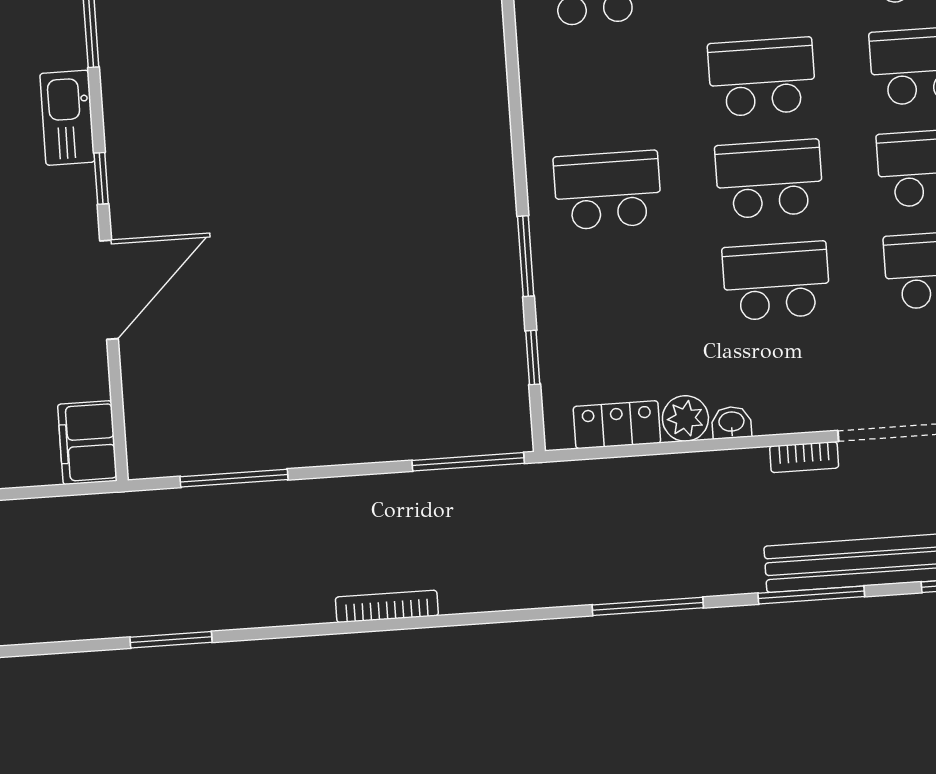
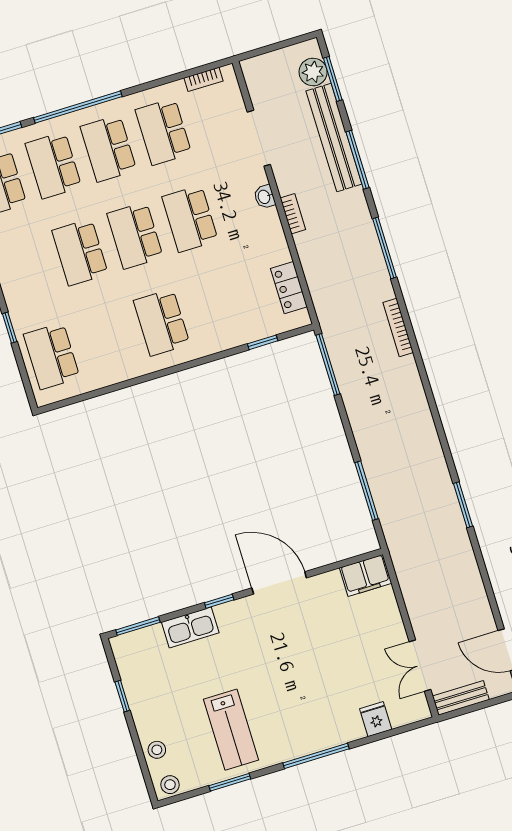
window: (526, 256) -> (208, 359), removed
plant: (685, 418) -> (277, 251), removed
washbasin: (732, 423) -> (264, 197), moved
bookcase: (804, 457) -> (293, 214), moved
bookcase: (387, 606) -> (398, 327), moved

